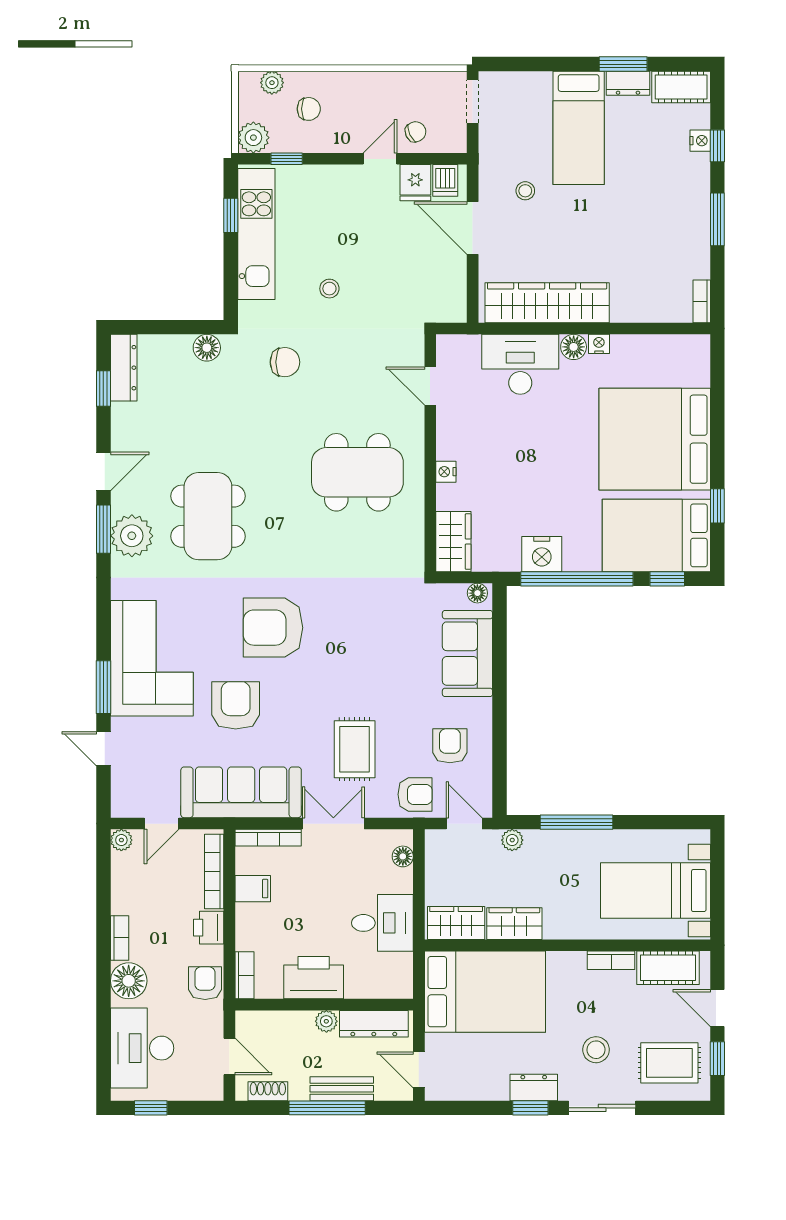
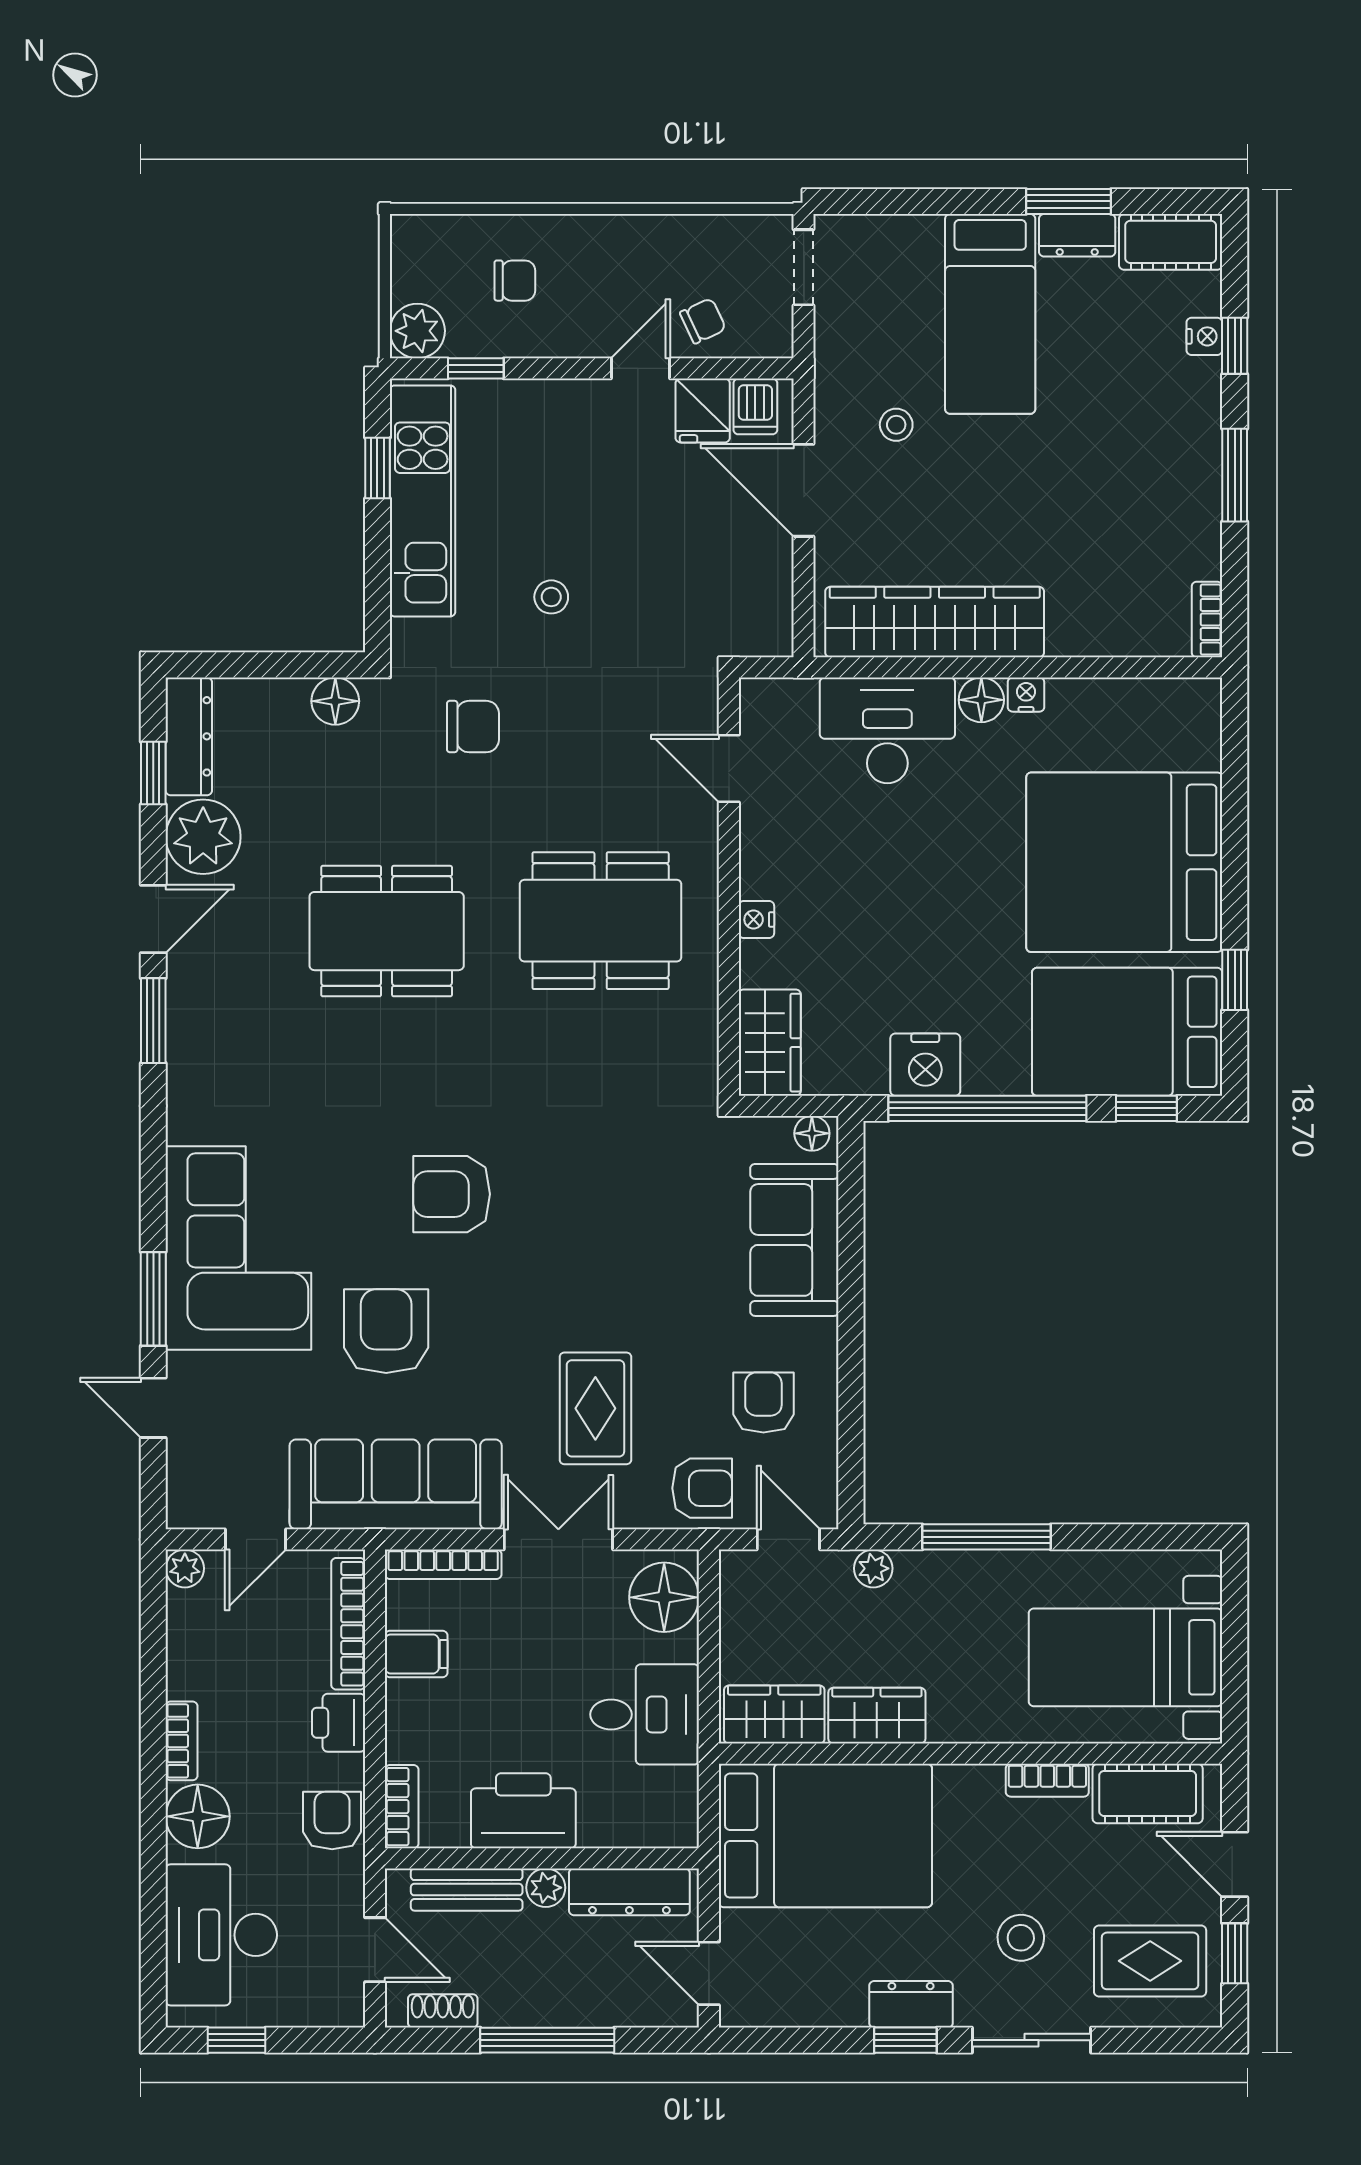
plant: (272, 83) -> (450, 234), removed
dining table: (208, 516) -> (387, 931), moved, turned 90
plant: (132, 536) -> (203, 837), moved
armchair: (273, 628) -> (452, 1194), width x0.73, depth x0.73
floor lamp: (403, 856) -> (664, 1597), width x1.89, depth x1.89
bench: (342, 1089) -> (467, 1890), moved

